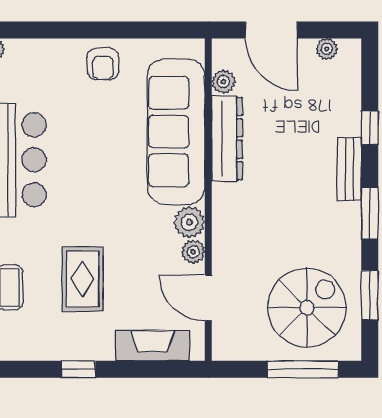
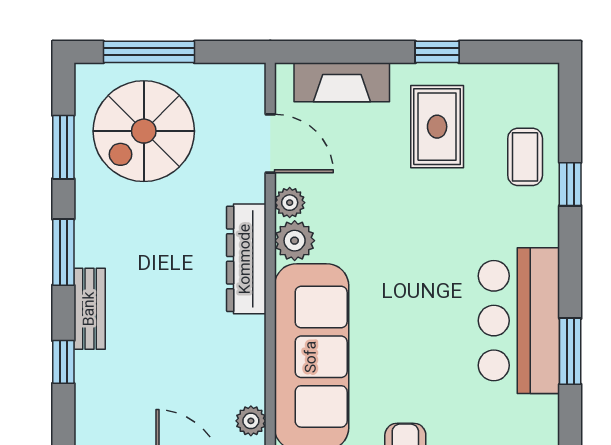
dresser: (227, 139) -> (246, 259), moved
rug: (82, 279) -> (437, 127), moved

